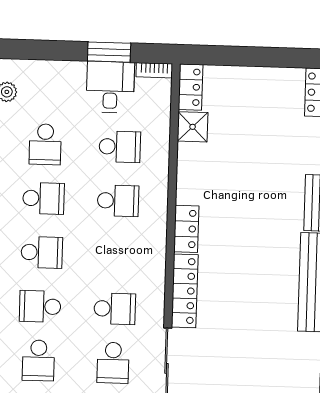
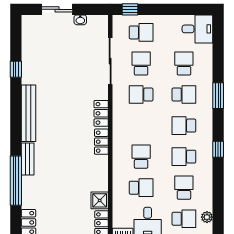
school desk: (47, 90) -> (184, 219), added
school desk: (120, 147) -> (141, 188), turned 180
school desk: (118, 201) -> (141, 157), turned 90
locker: (185, 291) -> (101, 113), width x0.66

